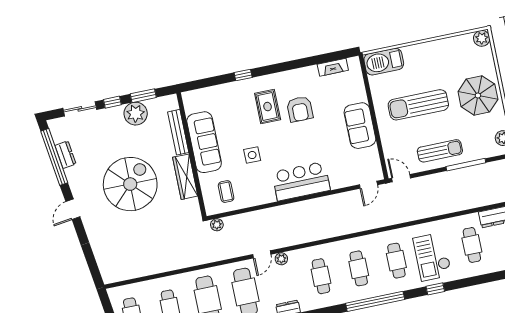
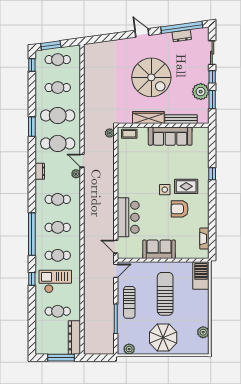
plant: (482, 38) -> (203, 332), moved
side table: (252, 155) -> (165, 190), moved
bar counter: (301, 181) -> (128, 217), moved
coffee table: (226, 192) -> (129, 134), moved

